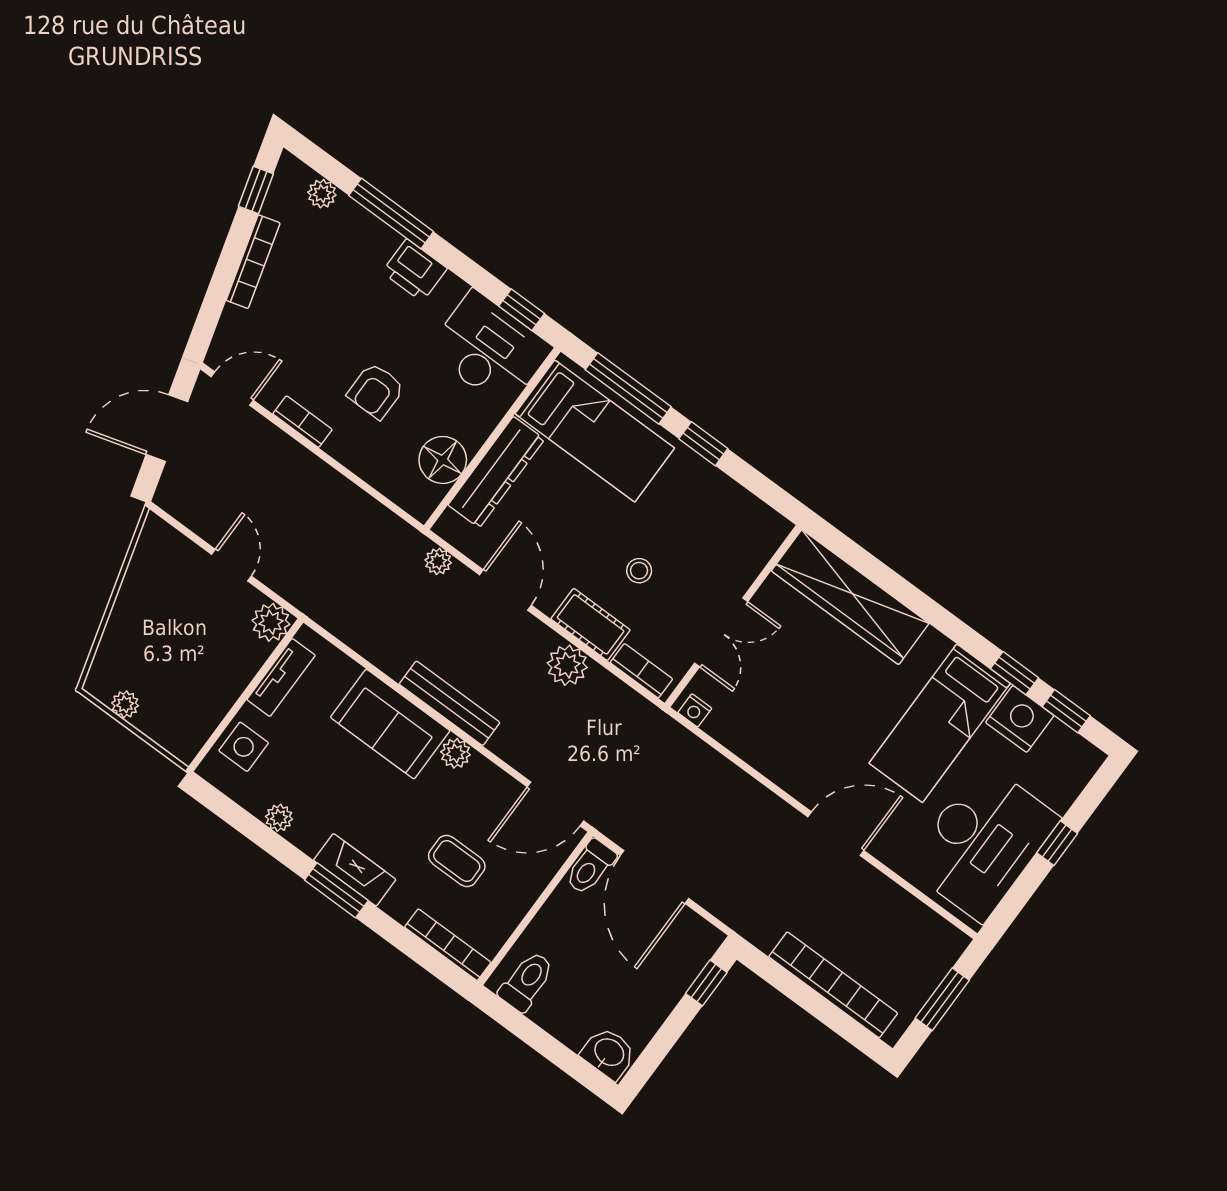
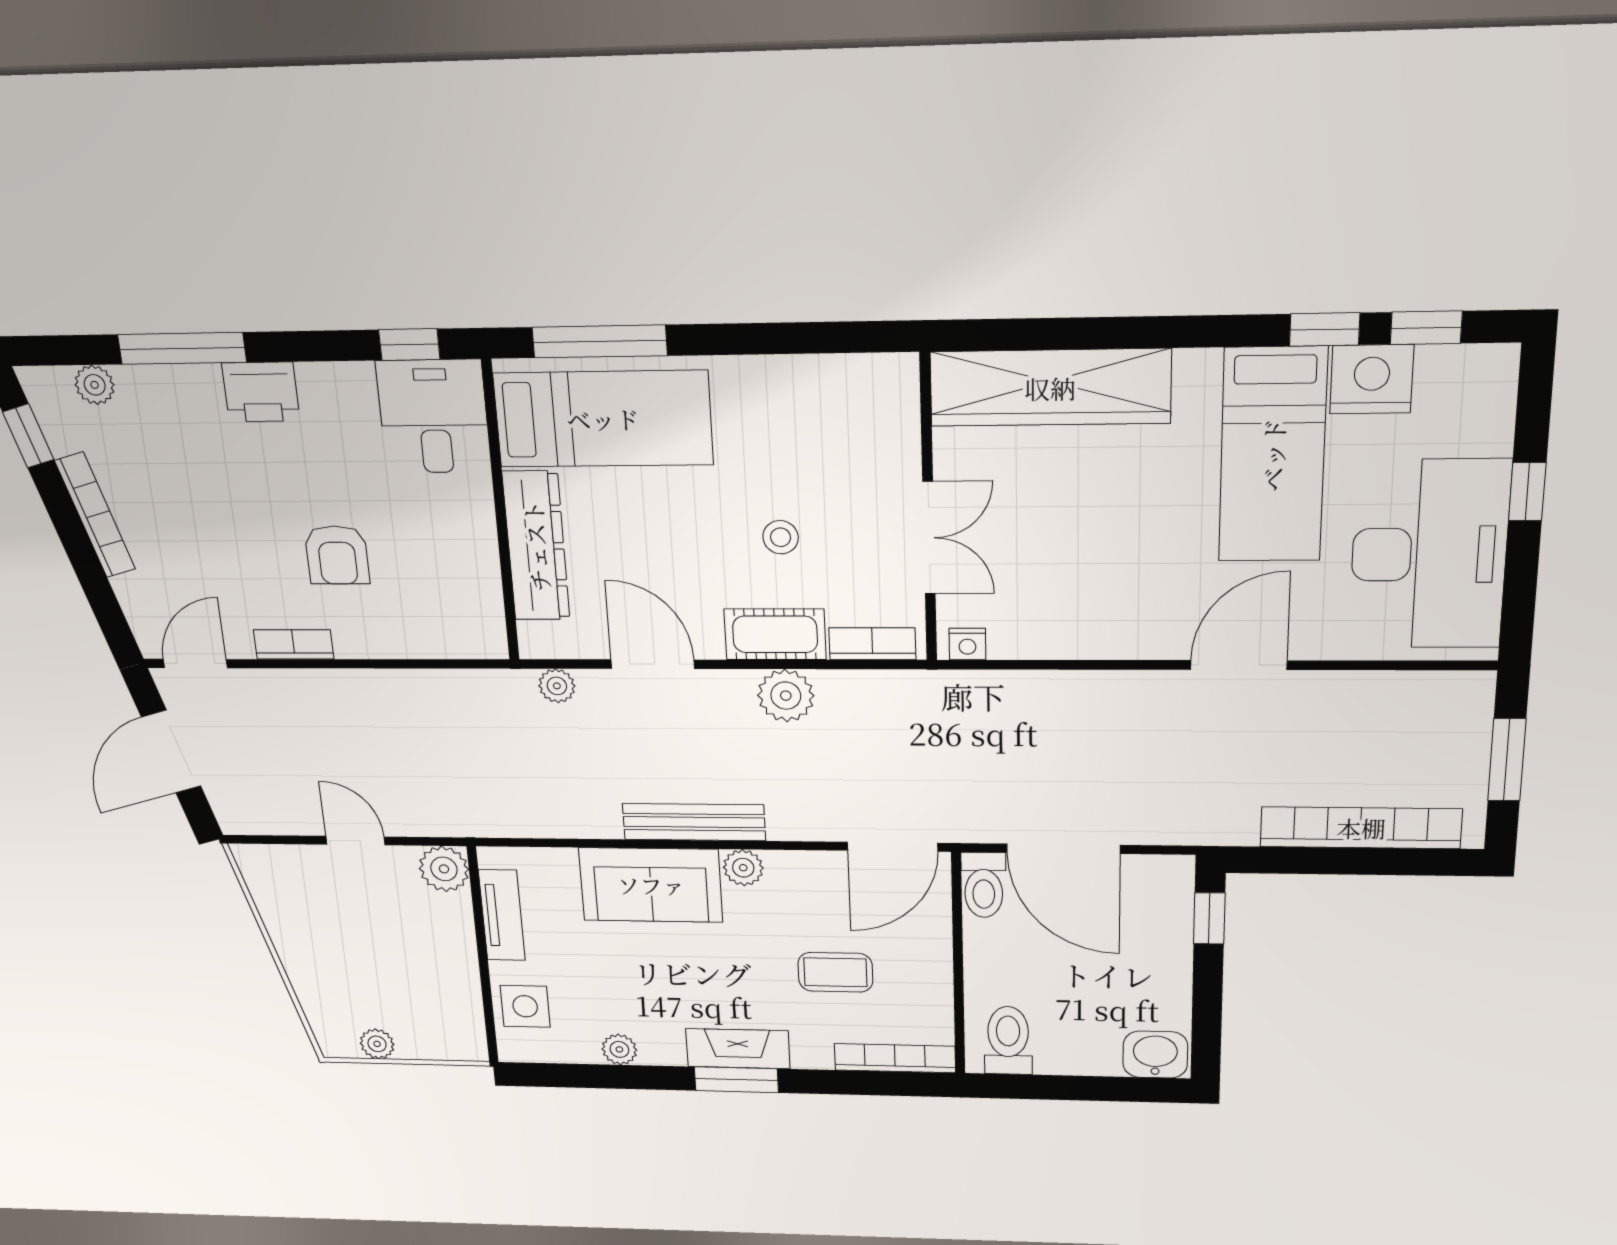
desk: (490, 350) -> (434, 417), width x0.73
window: (703, 444) -> (736, 339), removed
floor lamp: (443, 460) -> (469, 576), removed

